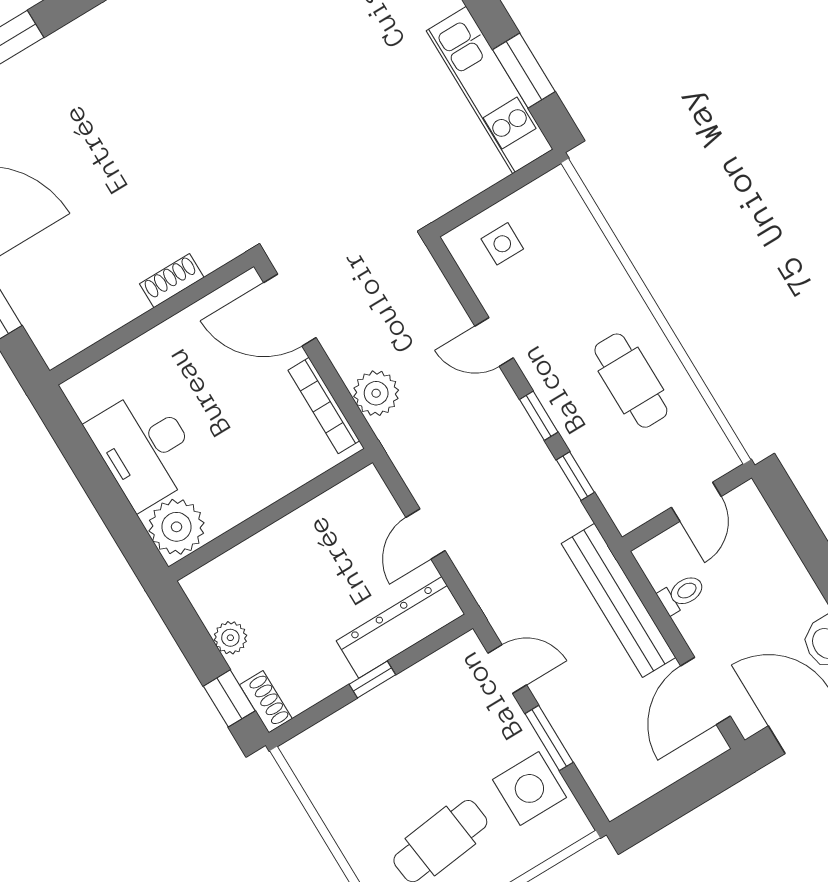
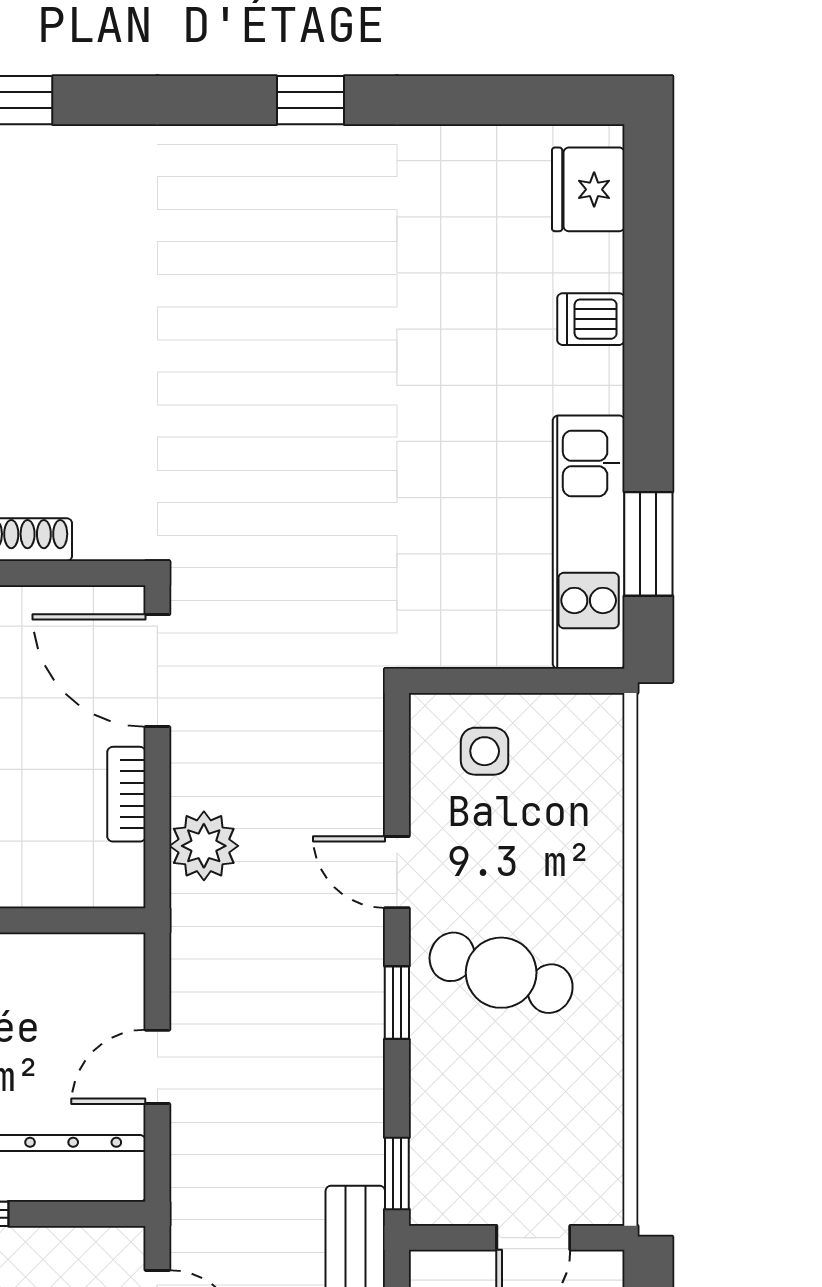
cafe table: (631, 381) -> (501, 973), moved, turned -72
bookcase: (324, 406) -> (126, 794), width x0.64
window: (575, 476) -> (397, 1173), moved

